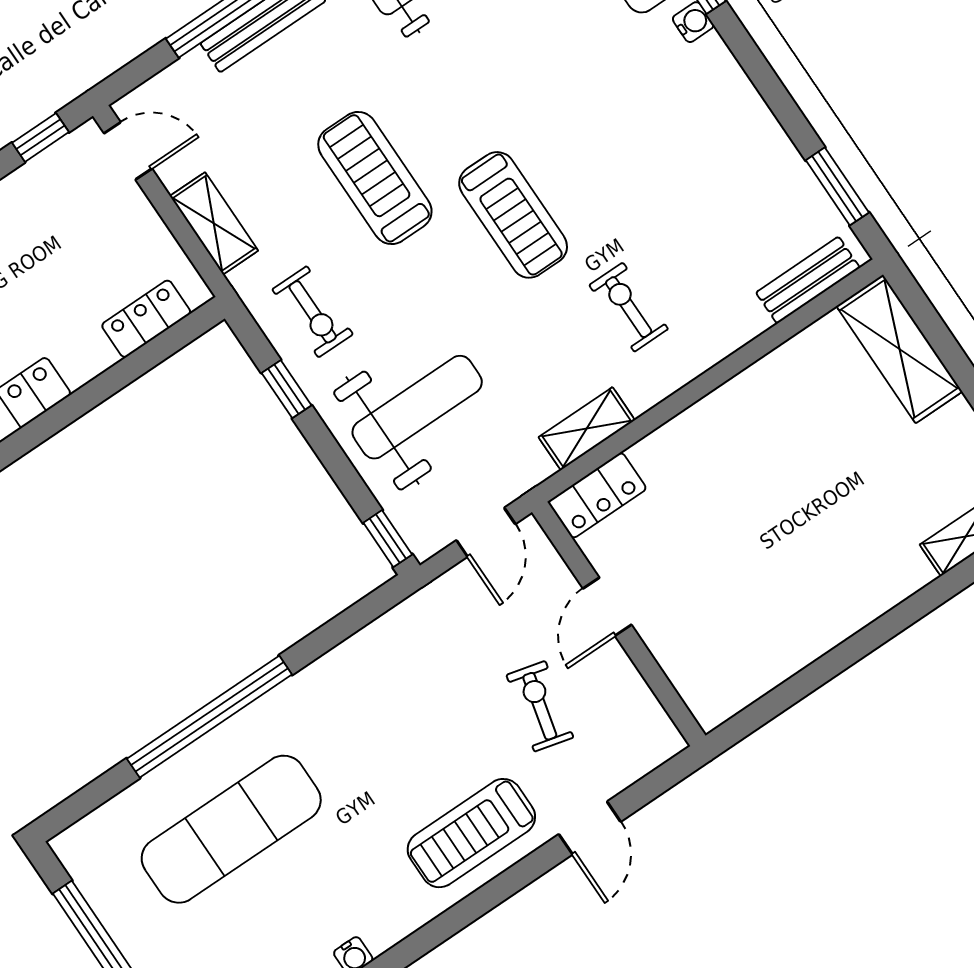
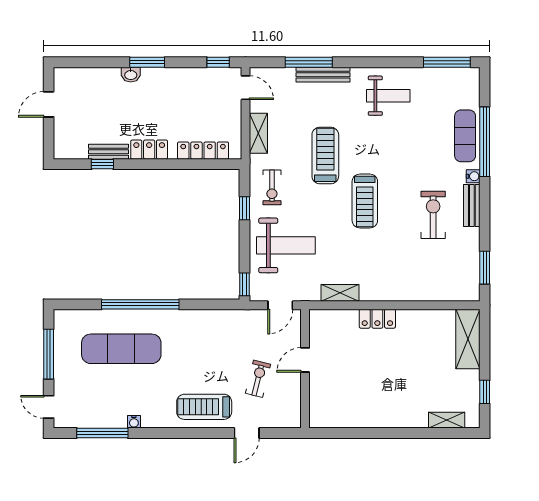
bench: (808, 280) -> (472, 206), moved, turned 90
exercise bike: (629, 307) -> (433, 215), moved, width x1.38, depth x1.39
locker: (146, 319) -> (203, 151), width x1.53
locker: (597, 495) -> (377, 319), moved

